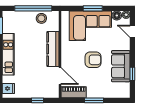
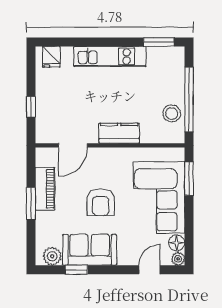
window: (93, 8) -> (189, 179), moved
kitchen counter: (53, 49) -> (119, 133), width x0.67
plant: (125, 88) -> (52, 256), added
piano: (74, 92) -> (45, 189), moved

